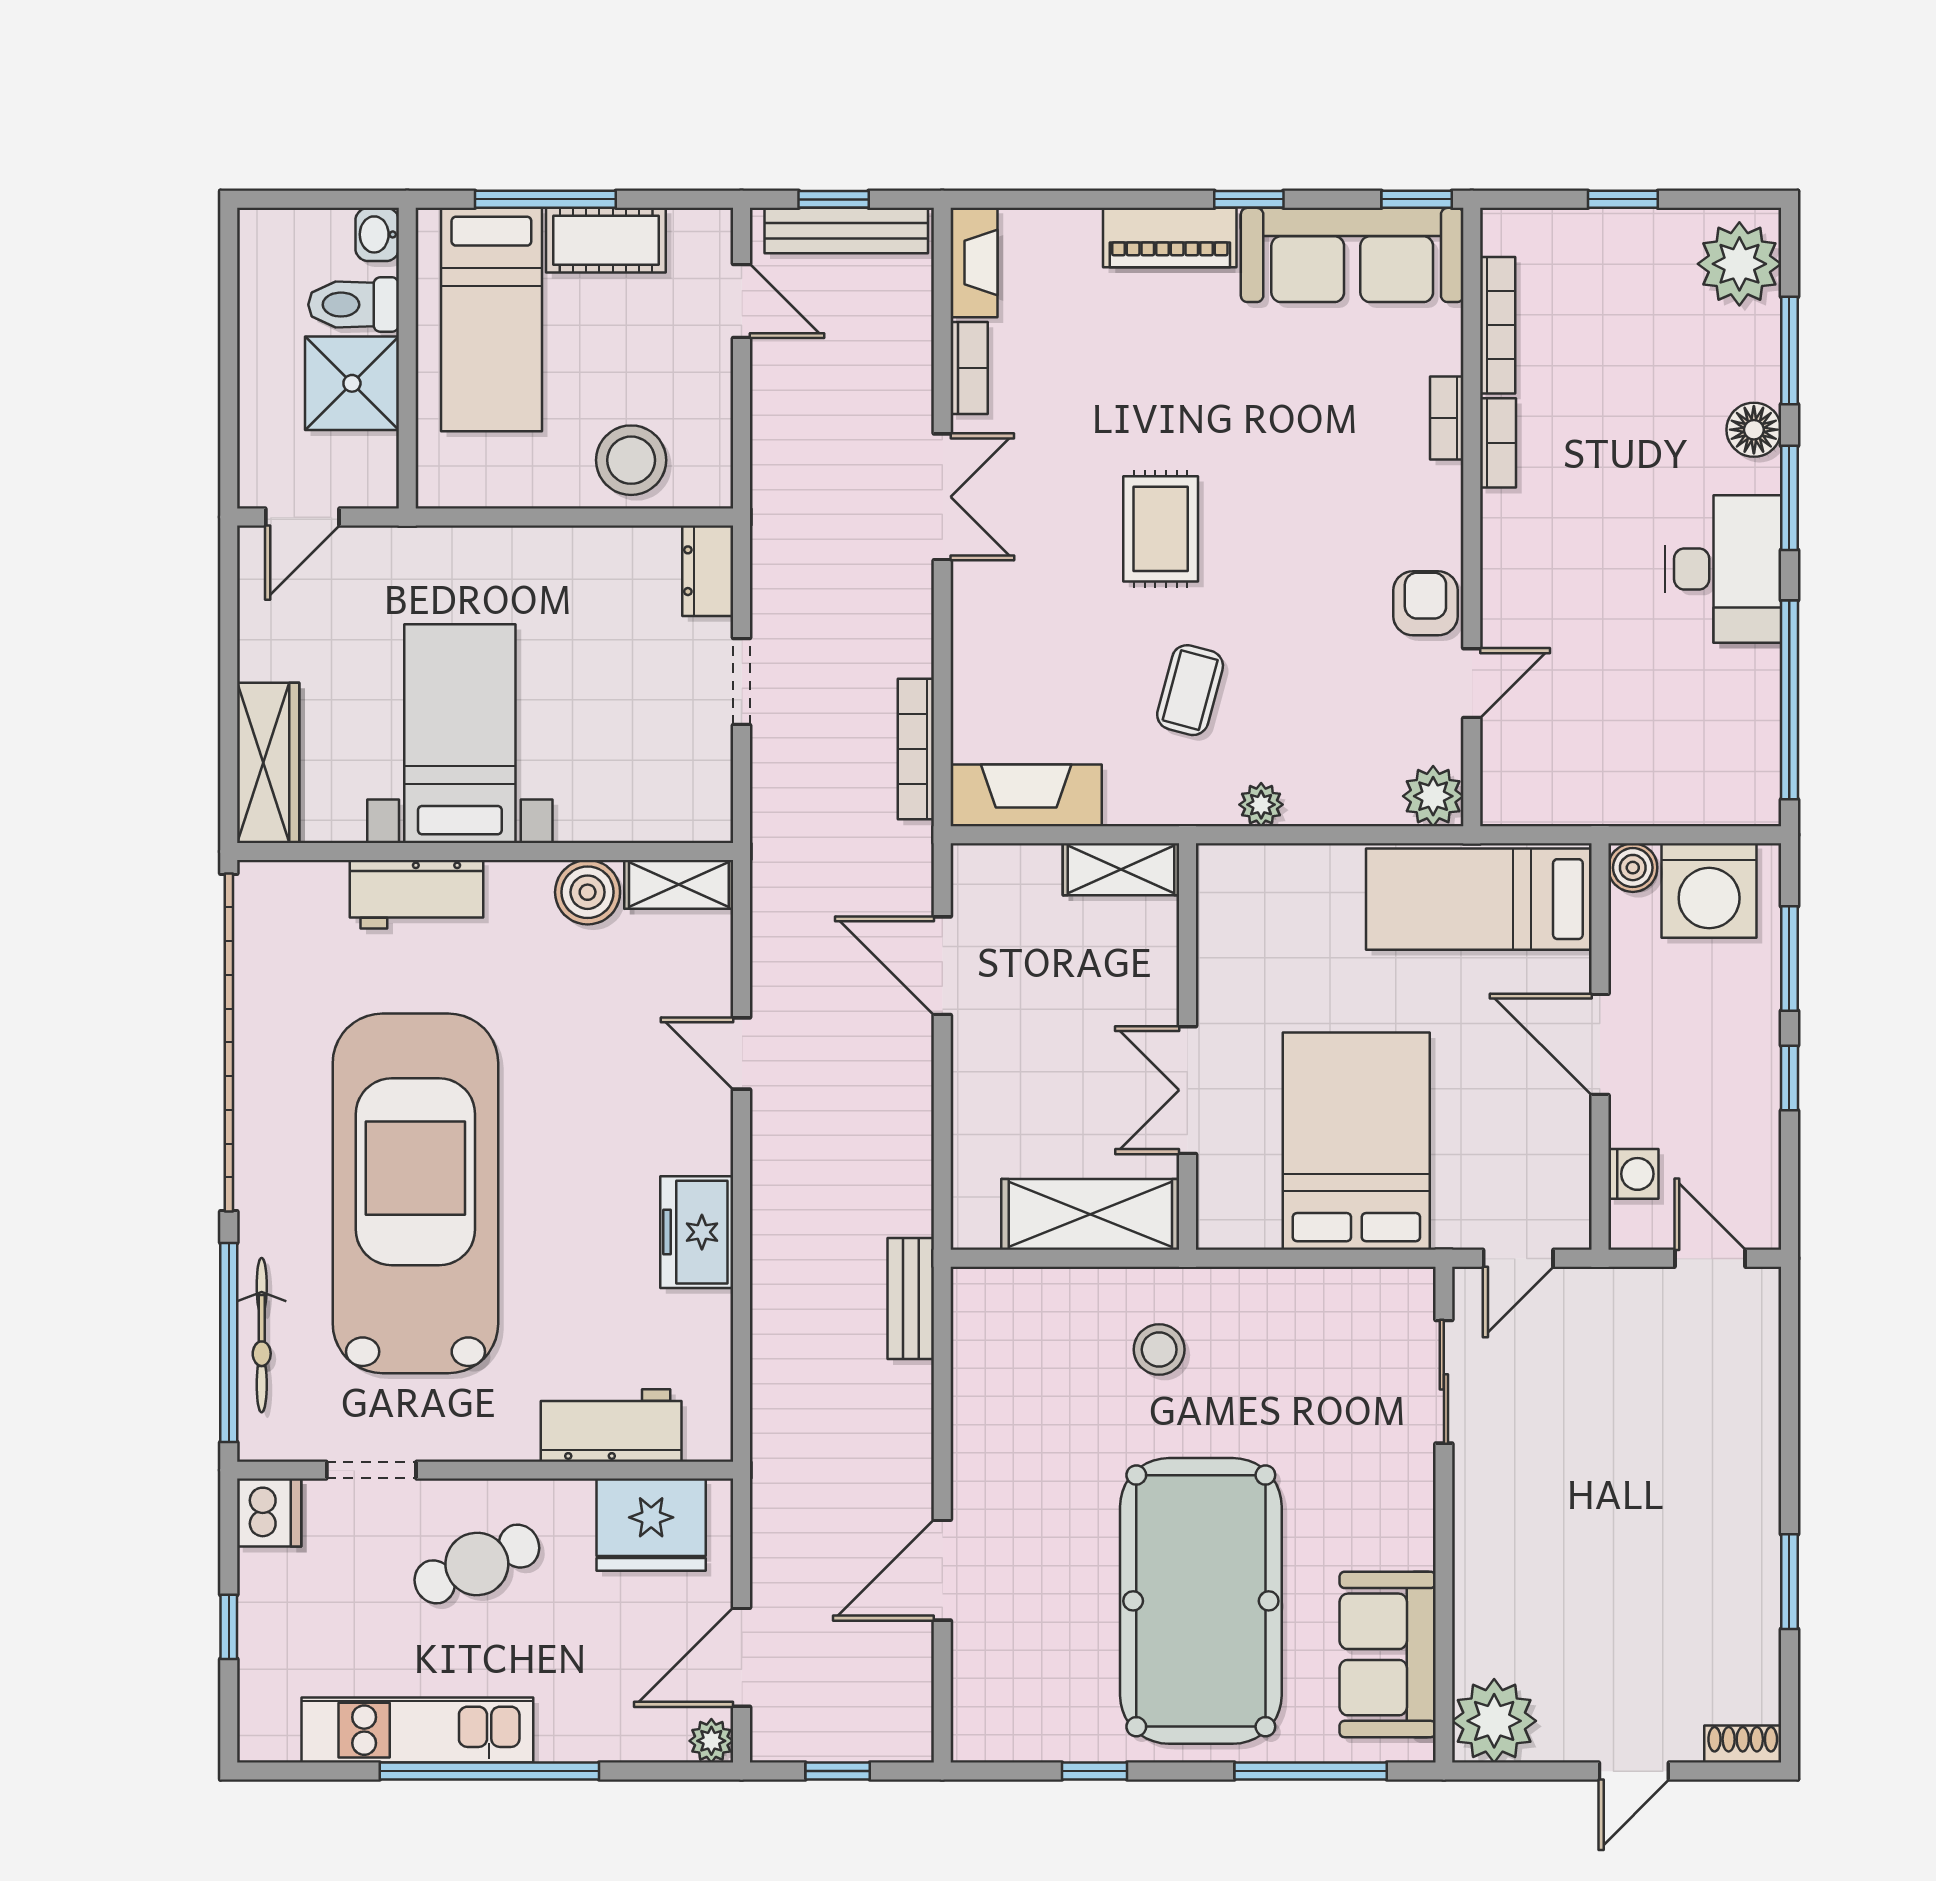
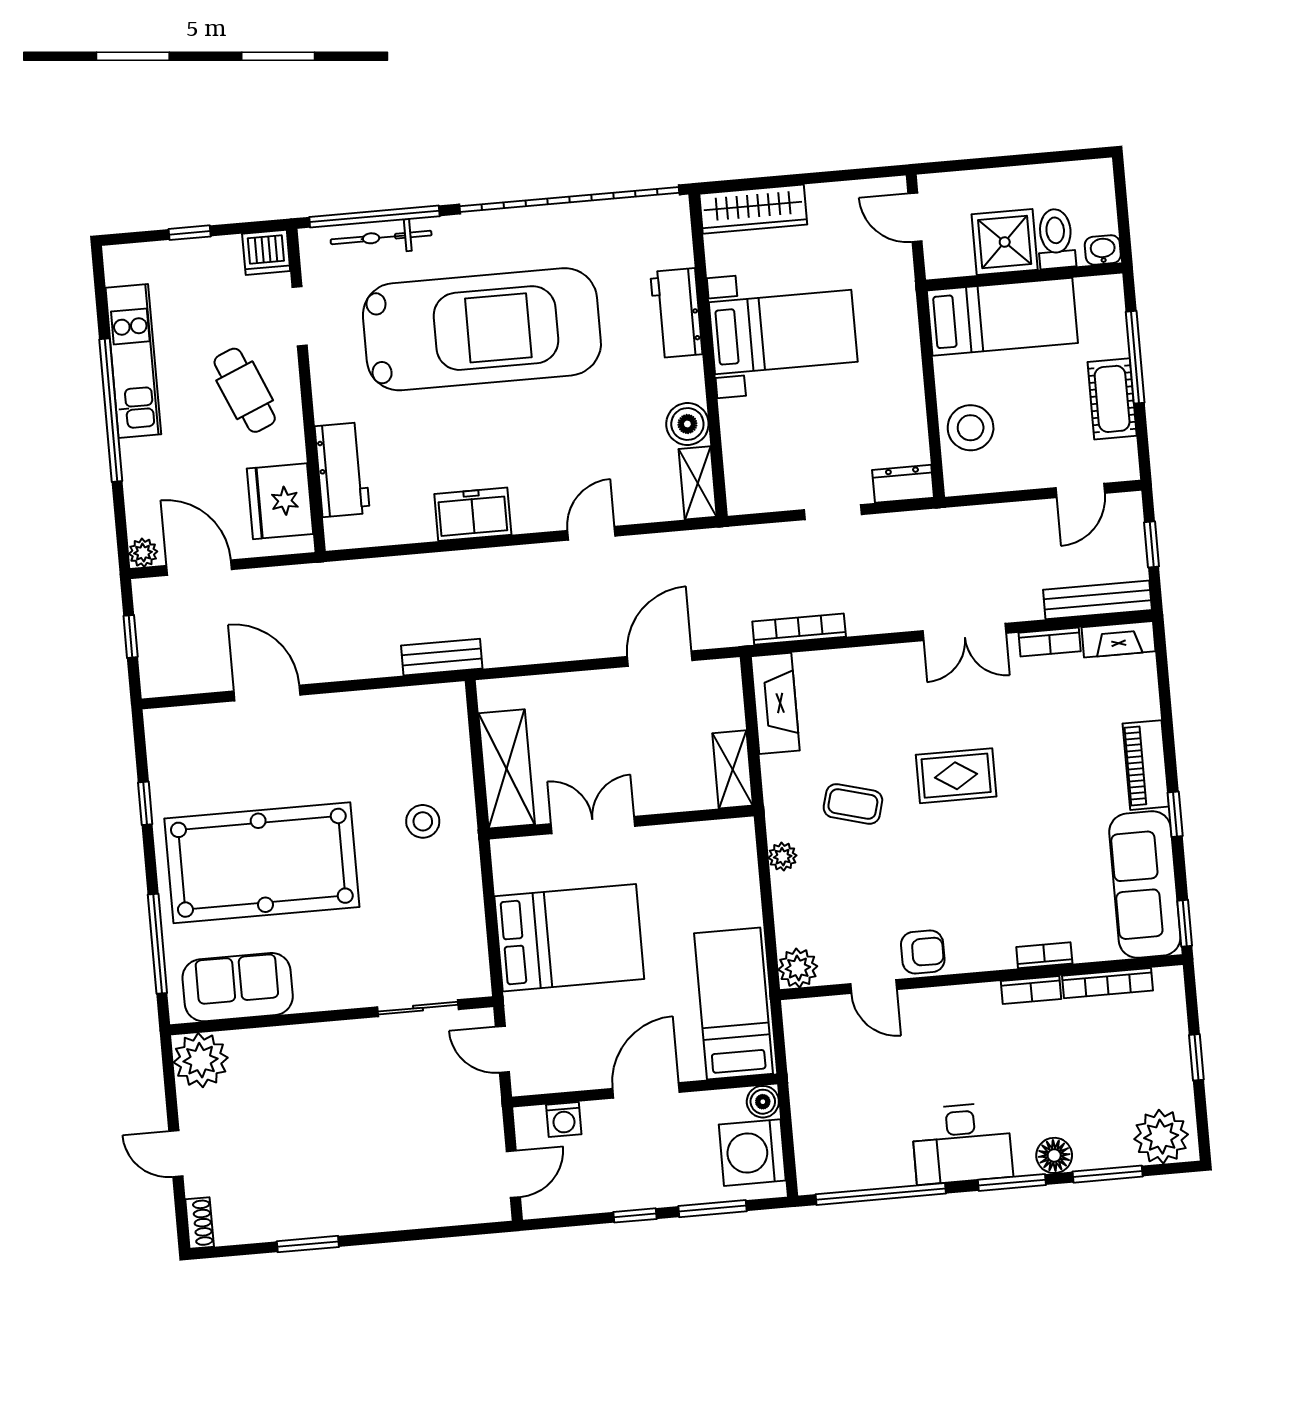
bench: (846, 231) -> (1097, 600), moved, turned 90
bed: (491, 319) -> (1002, 317), moved, turned 180

